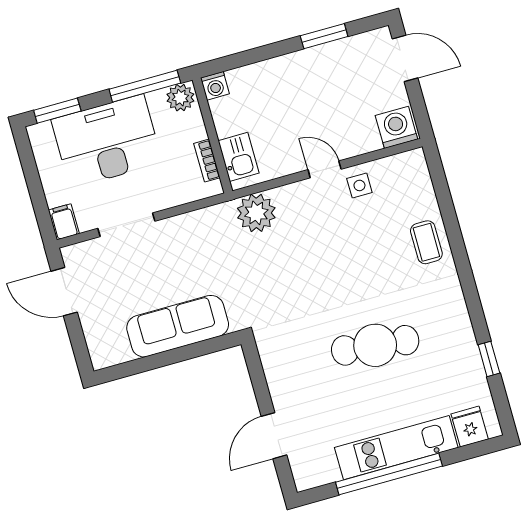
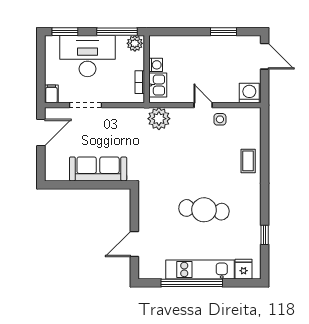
washing machine: (215, 86) -> (156, 65), moved, turned -90
door: (64, 292) -> (41, 132), swing flipped

